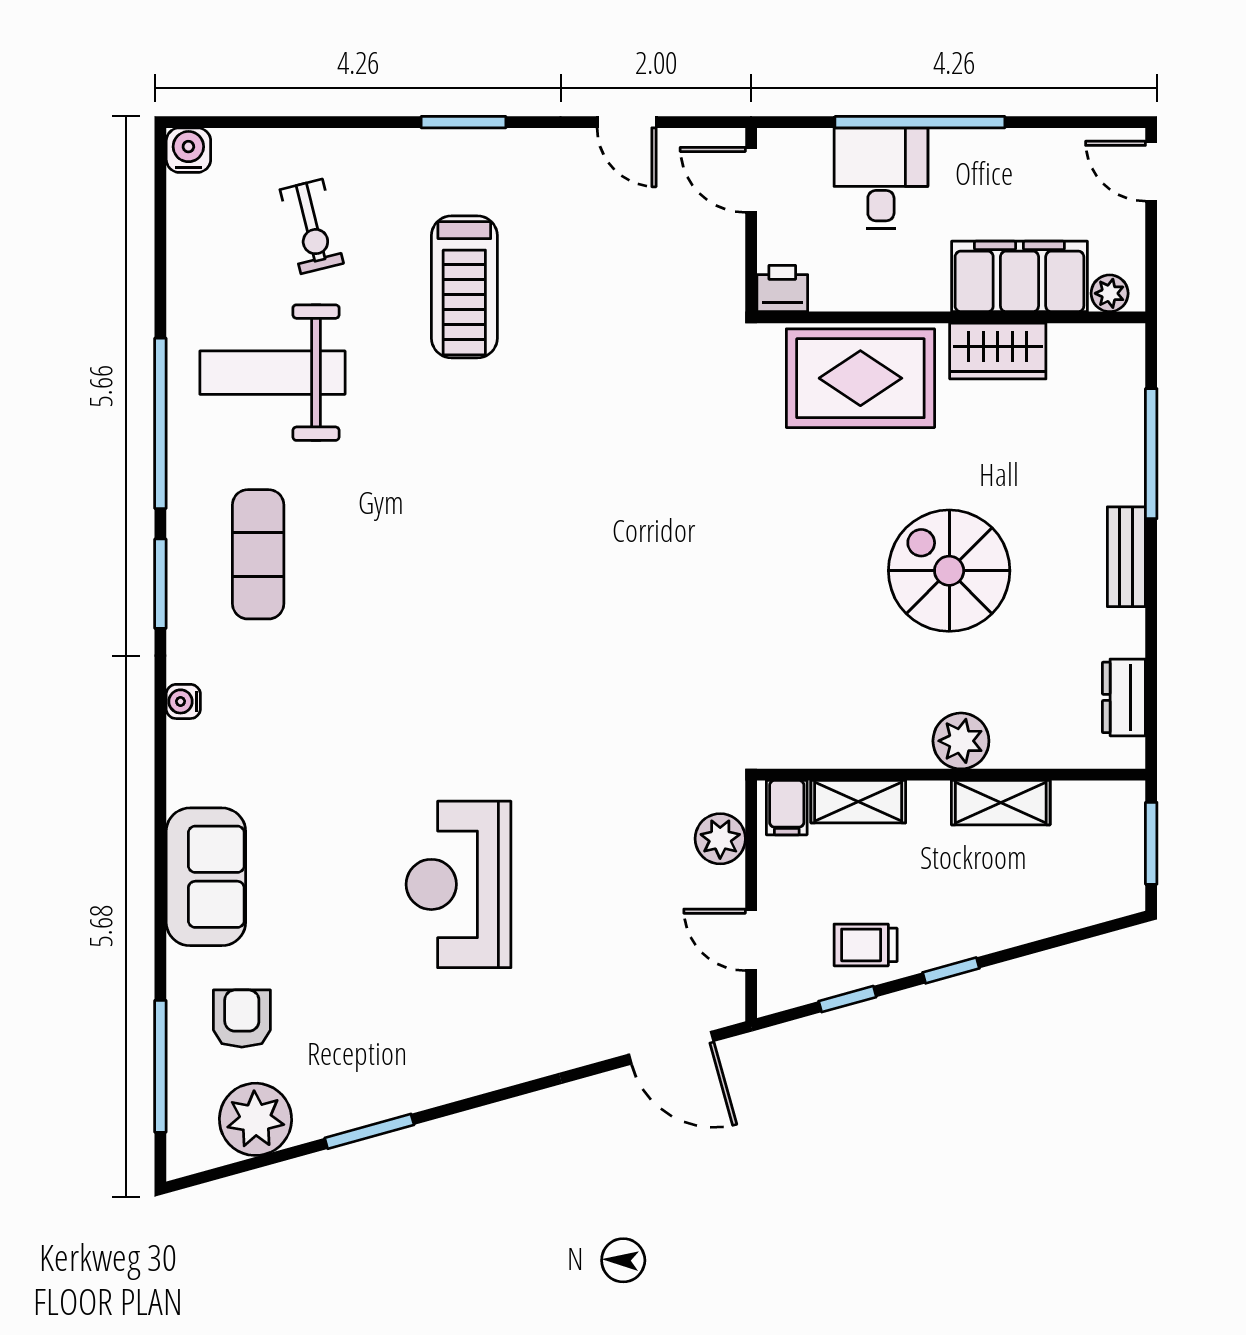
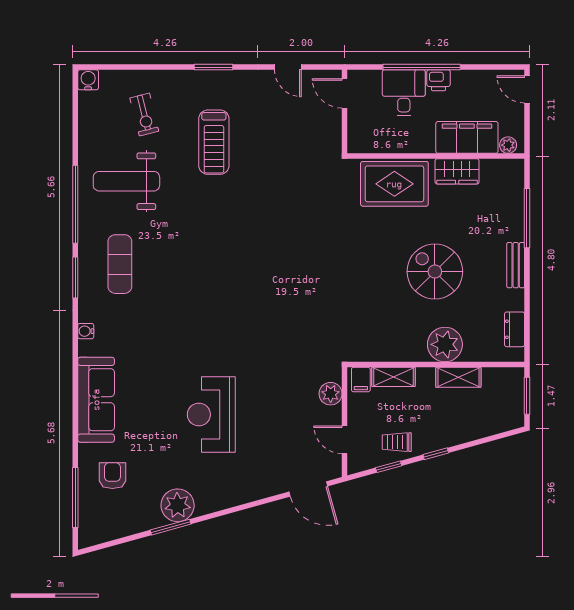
printer: (782, 289) -> (439, 80), moved, turned 180
plant: (961, 741) -> (445, 344), width x1.36, depth x1.36
sofa: (206, 877) -> (96, 400), width x1.36
plant: (255, 1119) -> (178, 505), moved

